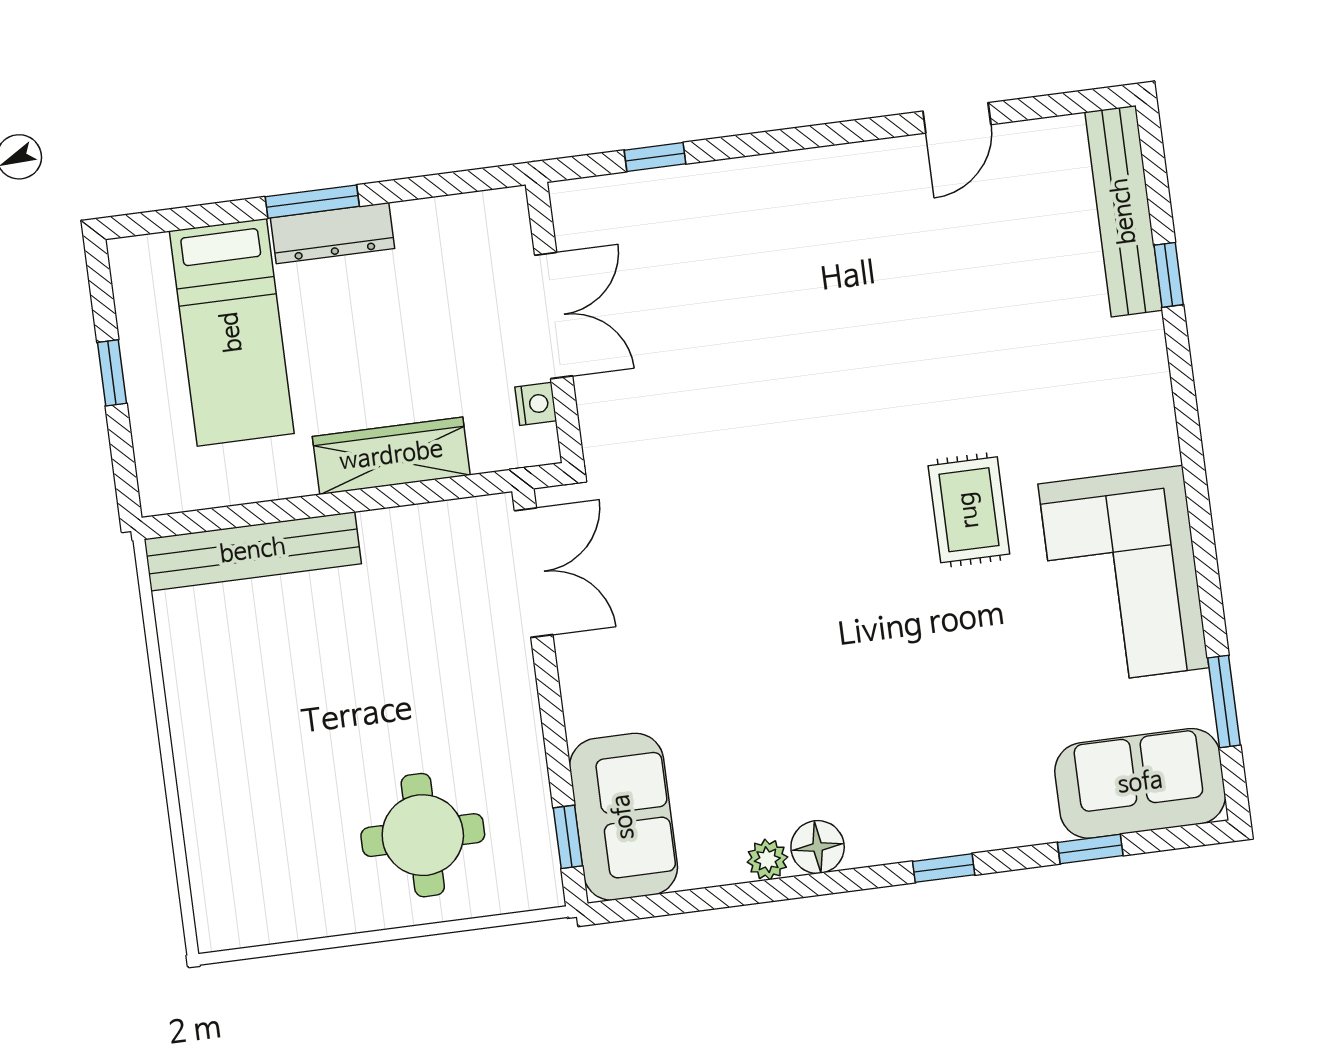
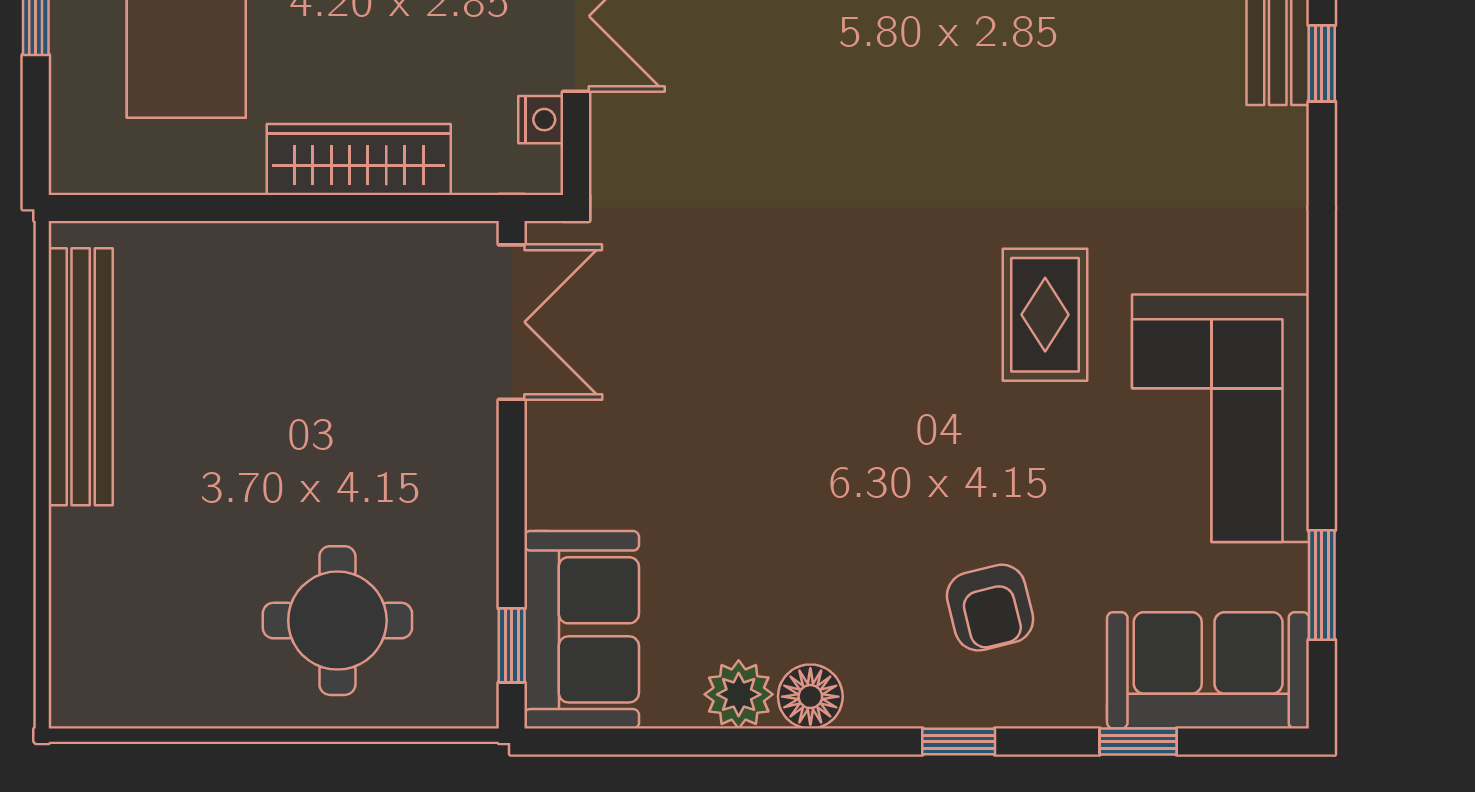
bench: (253, 551) -> (81, 377), moved, turned 90
armchair: (955, 755) -> (990, 608), added
plant: (767, 860) -> (739, 694), width x1.38, depth x1.38

